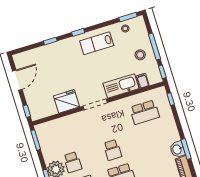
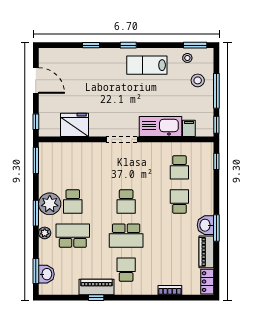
stool: (140, 55) -> (198, 80), moved
door: (17, 80) -> (36, 81), hinge flipped
fridge: (66, 101) -> (74, 125), moved
school desk: (145, 112) -> (179, 167), width x0.54
school desk: (152, 138) -> (179, 201), added

